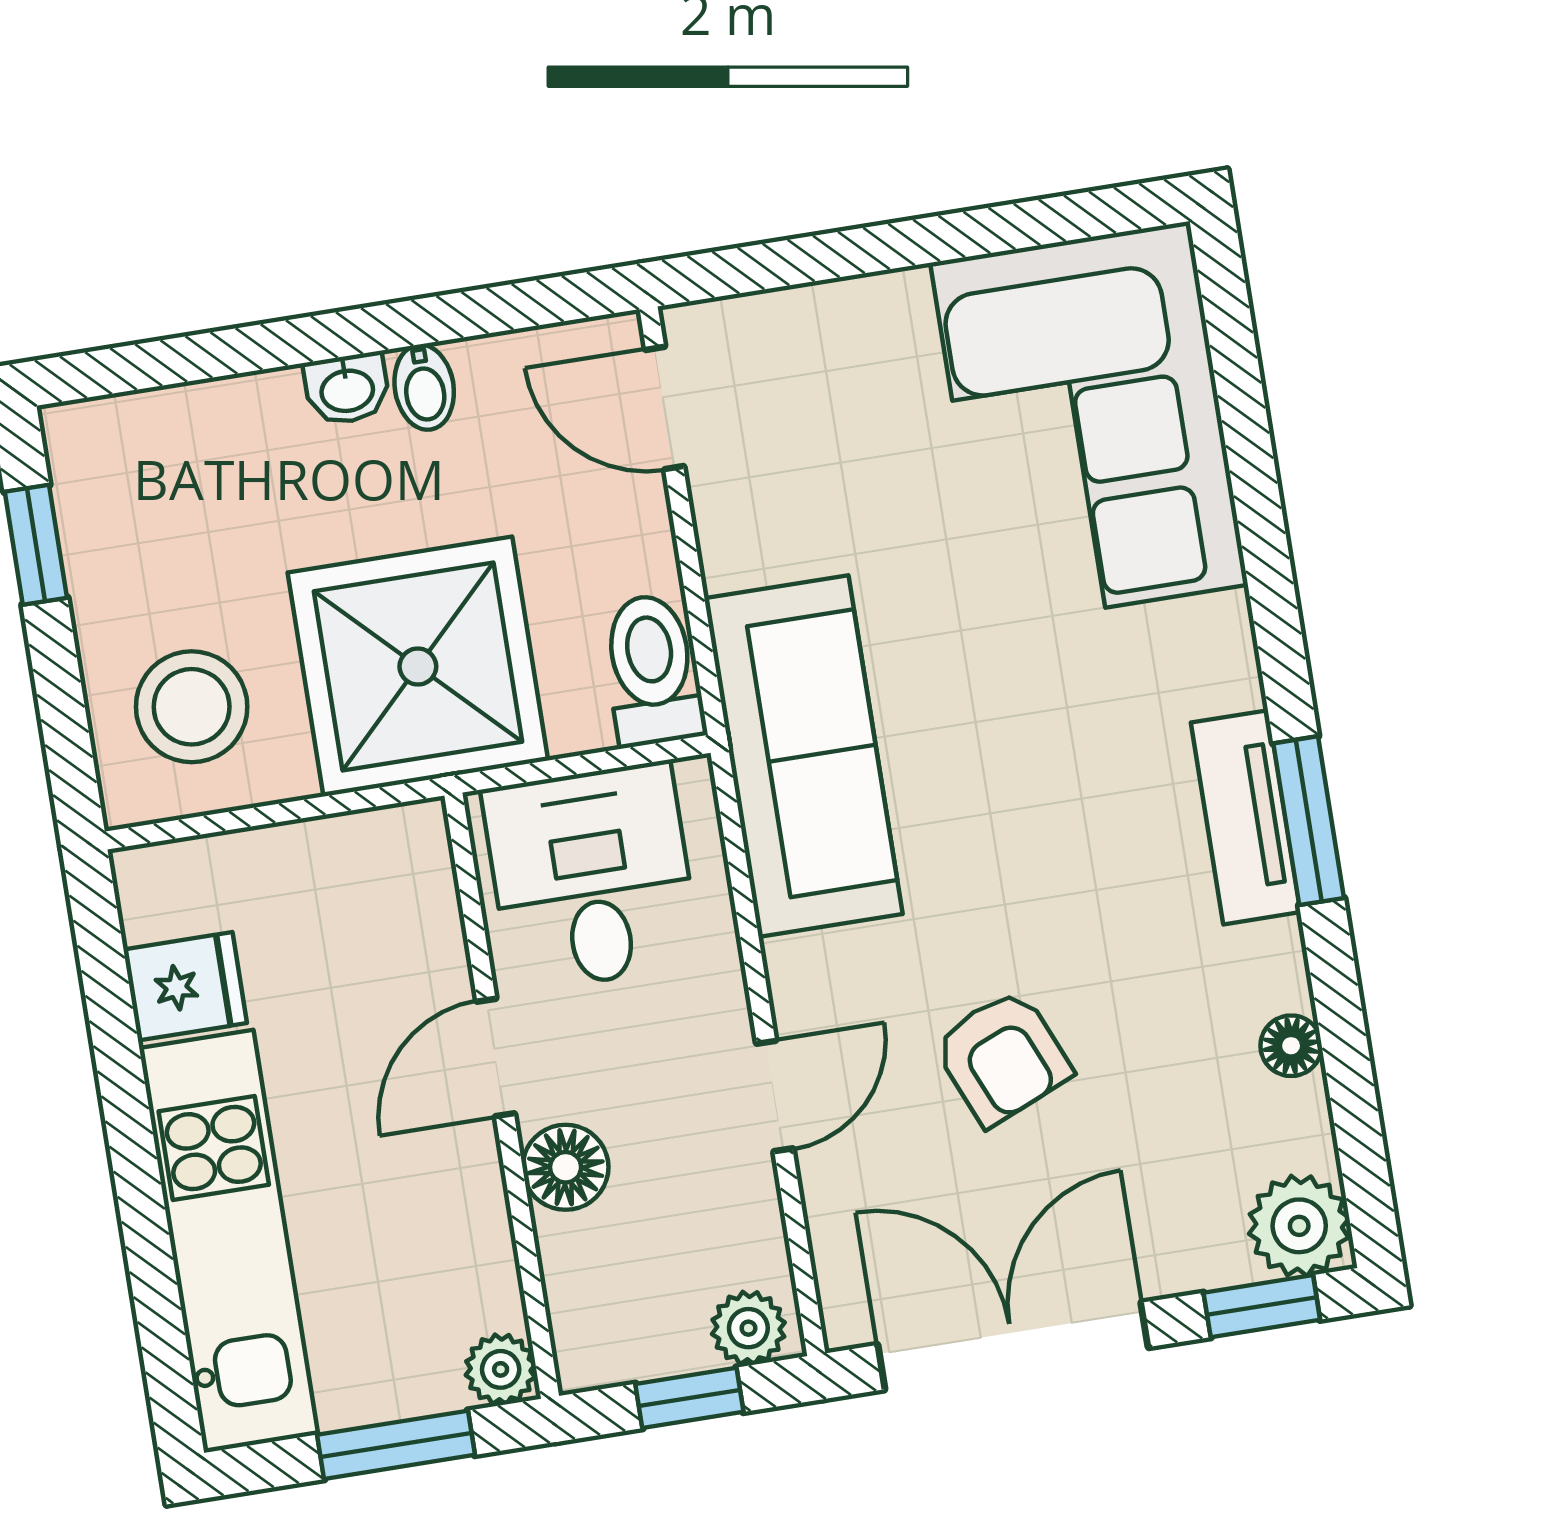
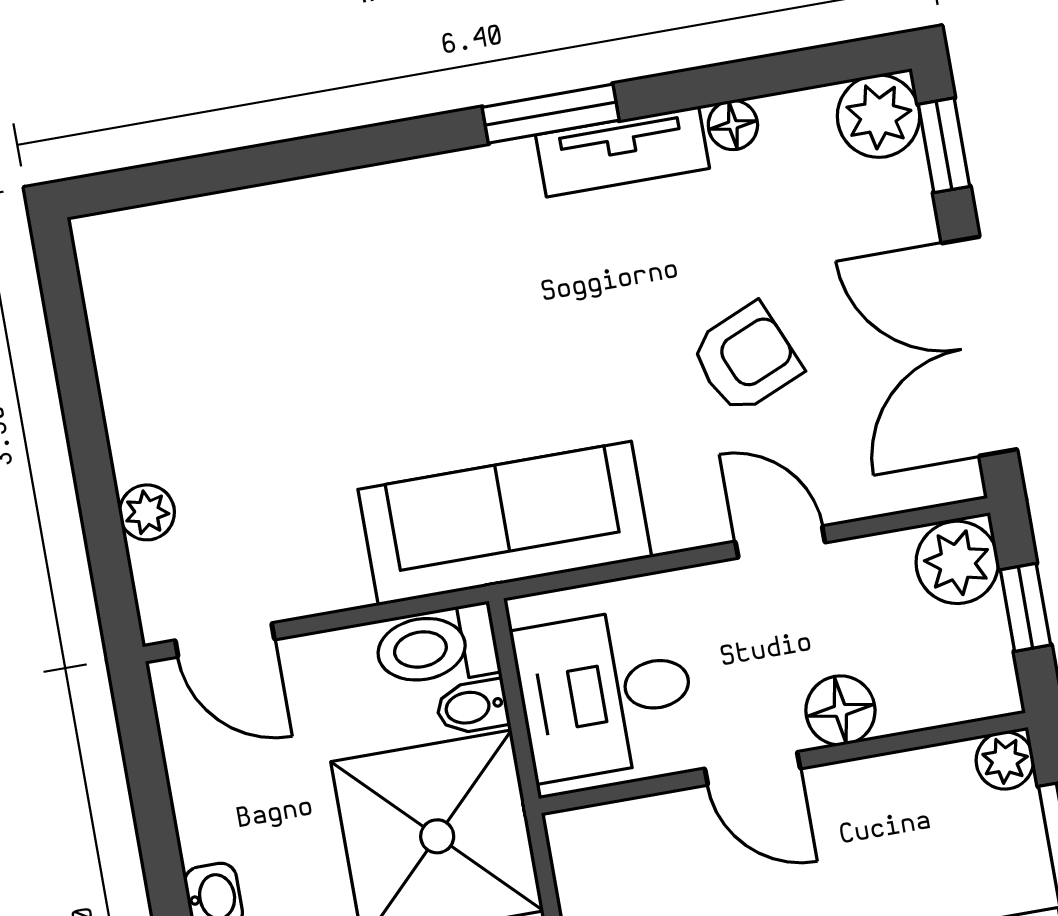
plant: (824, 314) -> (147, 512), added
bidet: (424, 387) -> (472, 707), moved, turned 180
door: (665, 408) -> (225, 640), hinge flipped
corner sofa: (1089, 424) -> (232, 296), removed
tv unit: (1246, 817) -> (623, 152), moved
plant: (748, 1328) -> (957, 562), width x1.38, depth x1.38

